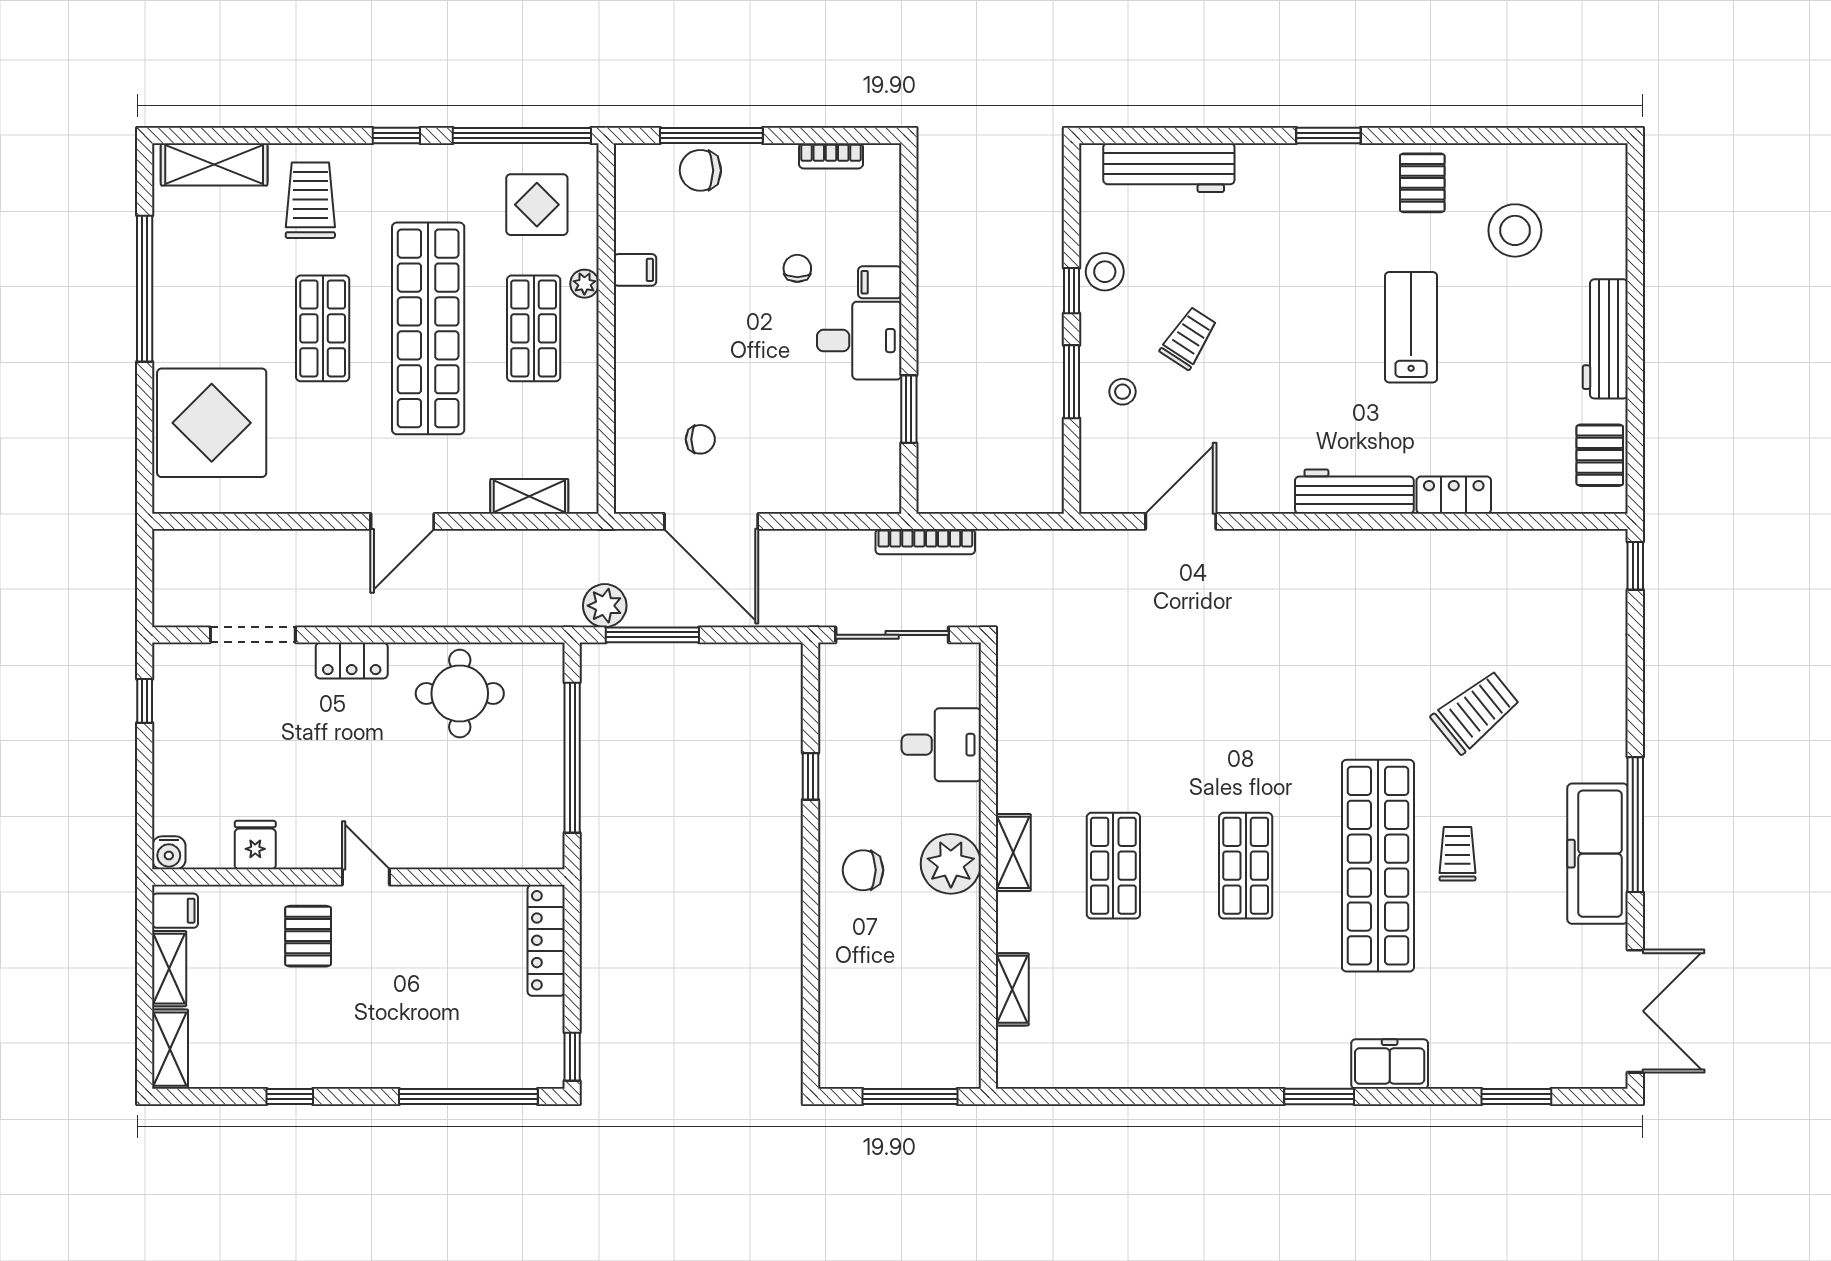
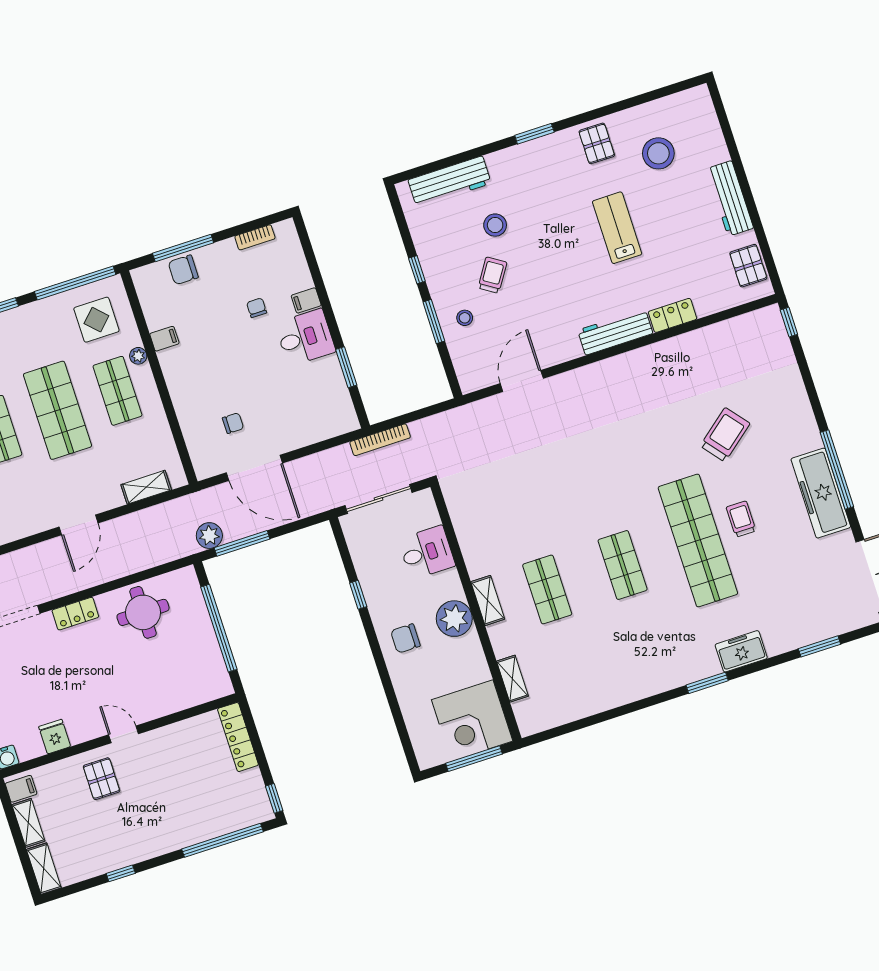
stool: (1105, 272) -> (495, 225), moved
shop shelf: (428, 328) -> (57, 410), width x0.71
corner desk: (927, 1035) -> (472, 720), added

